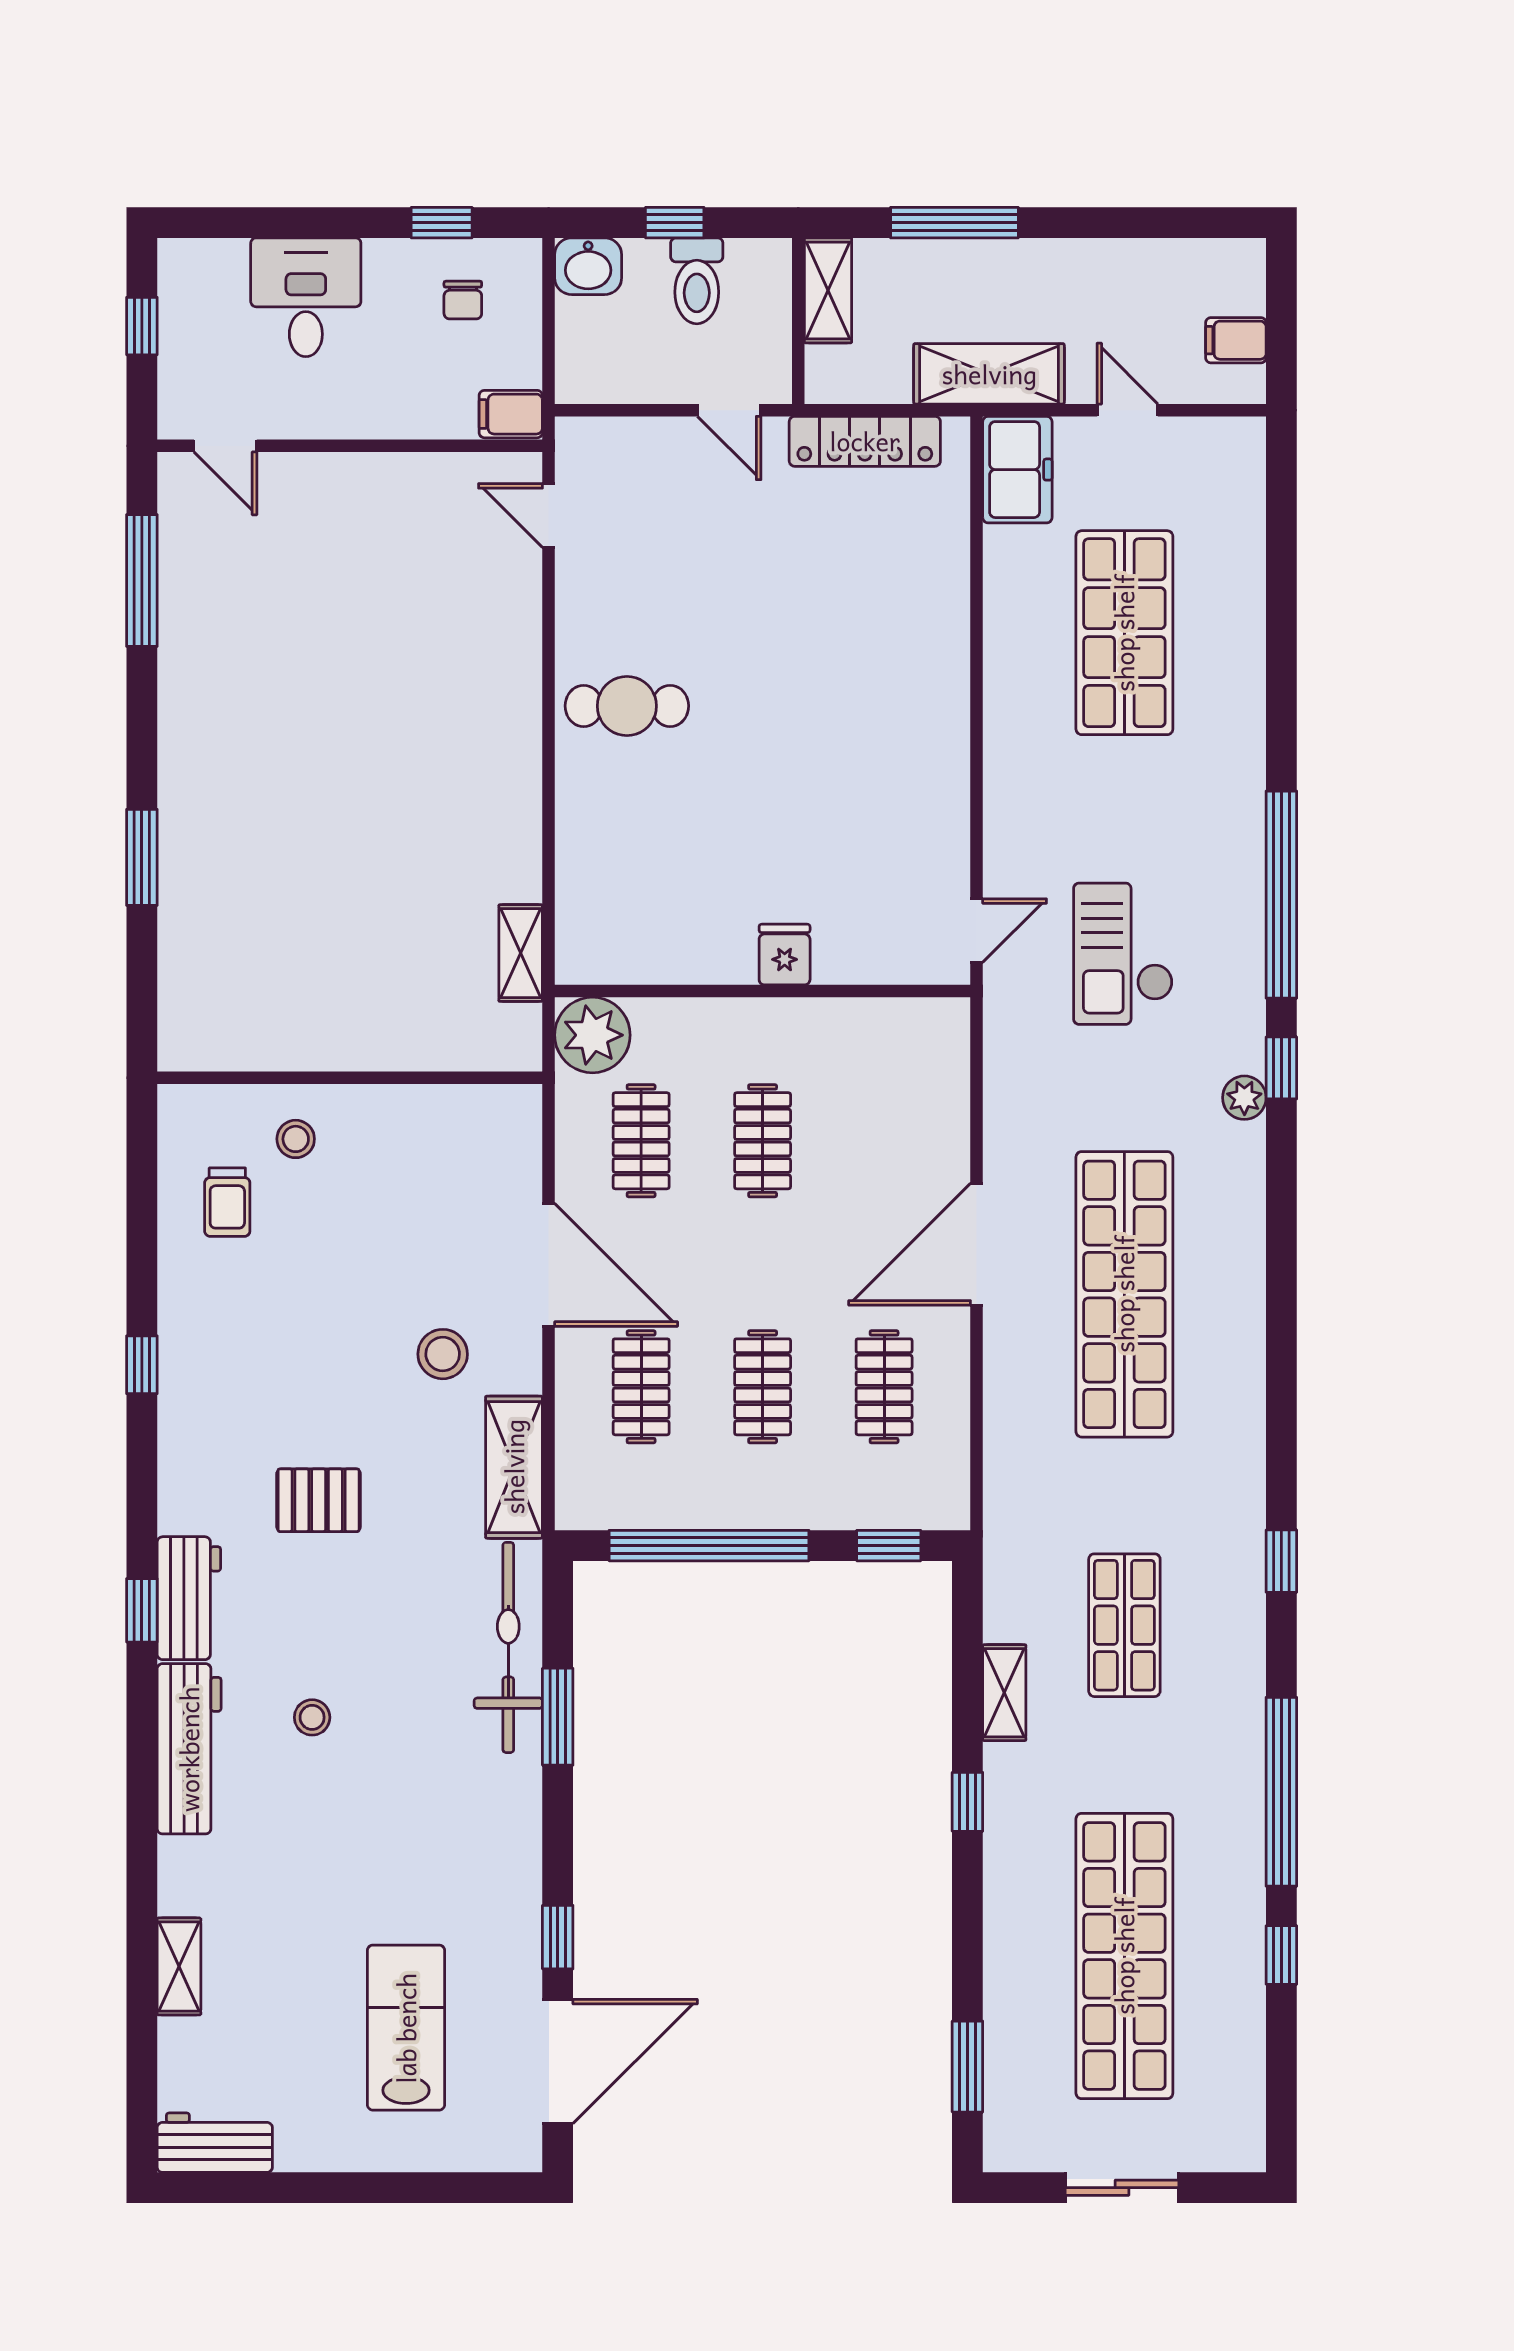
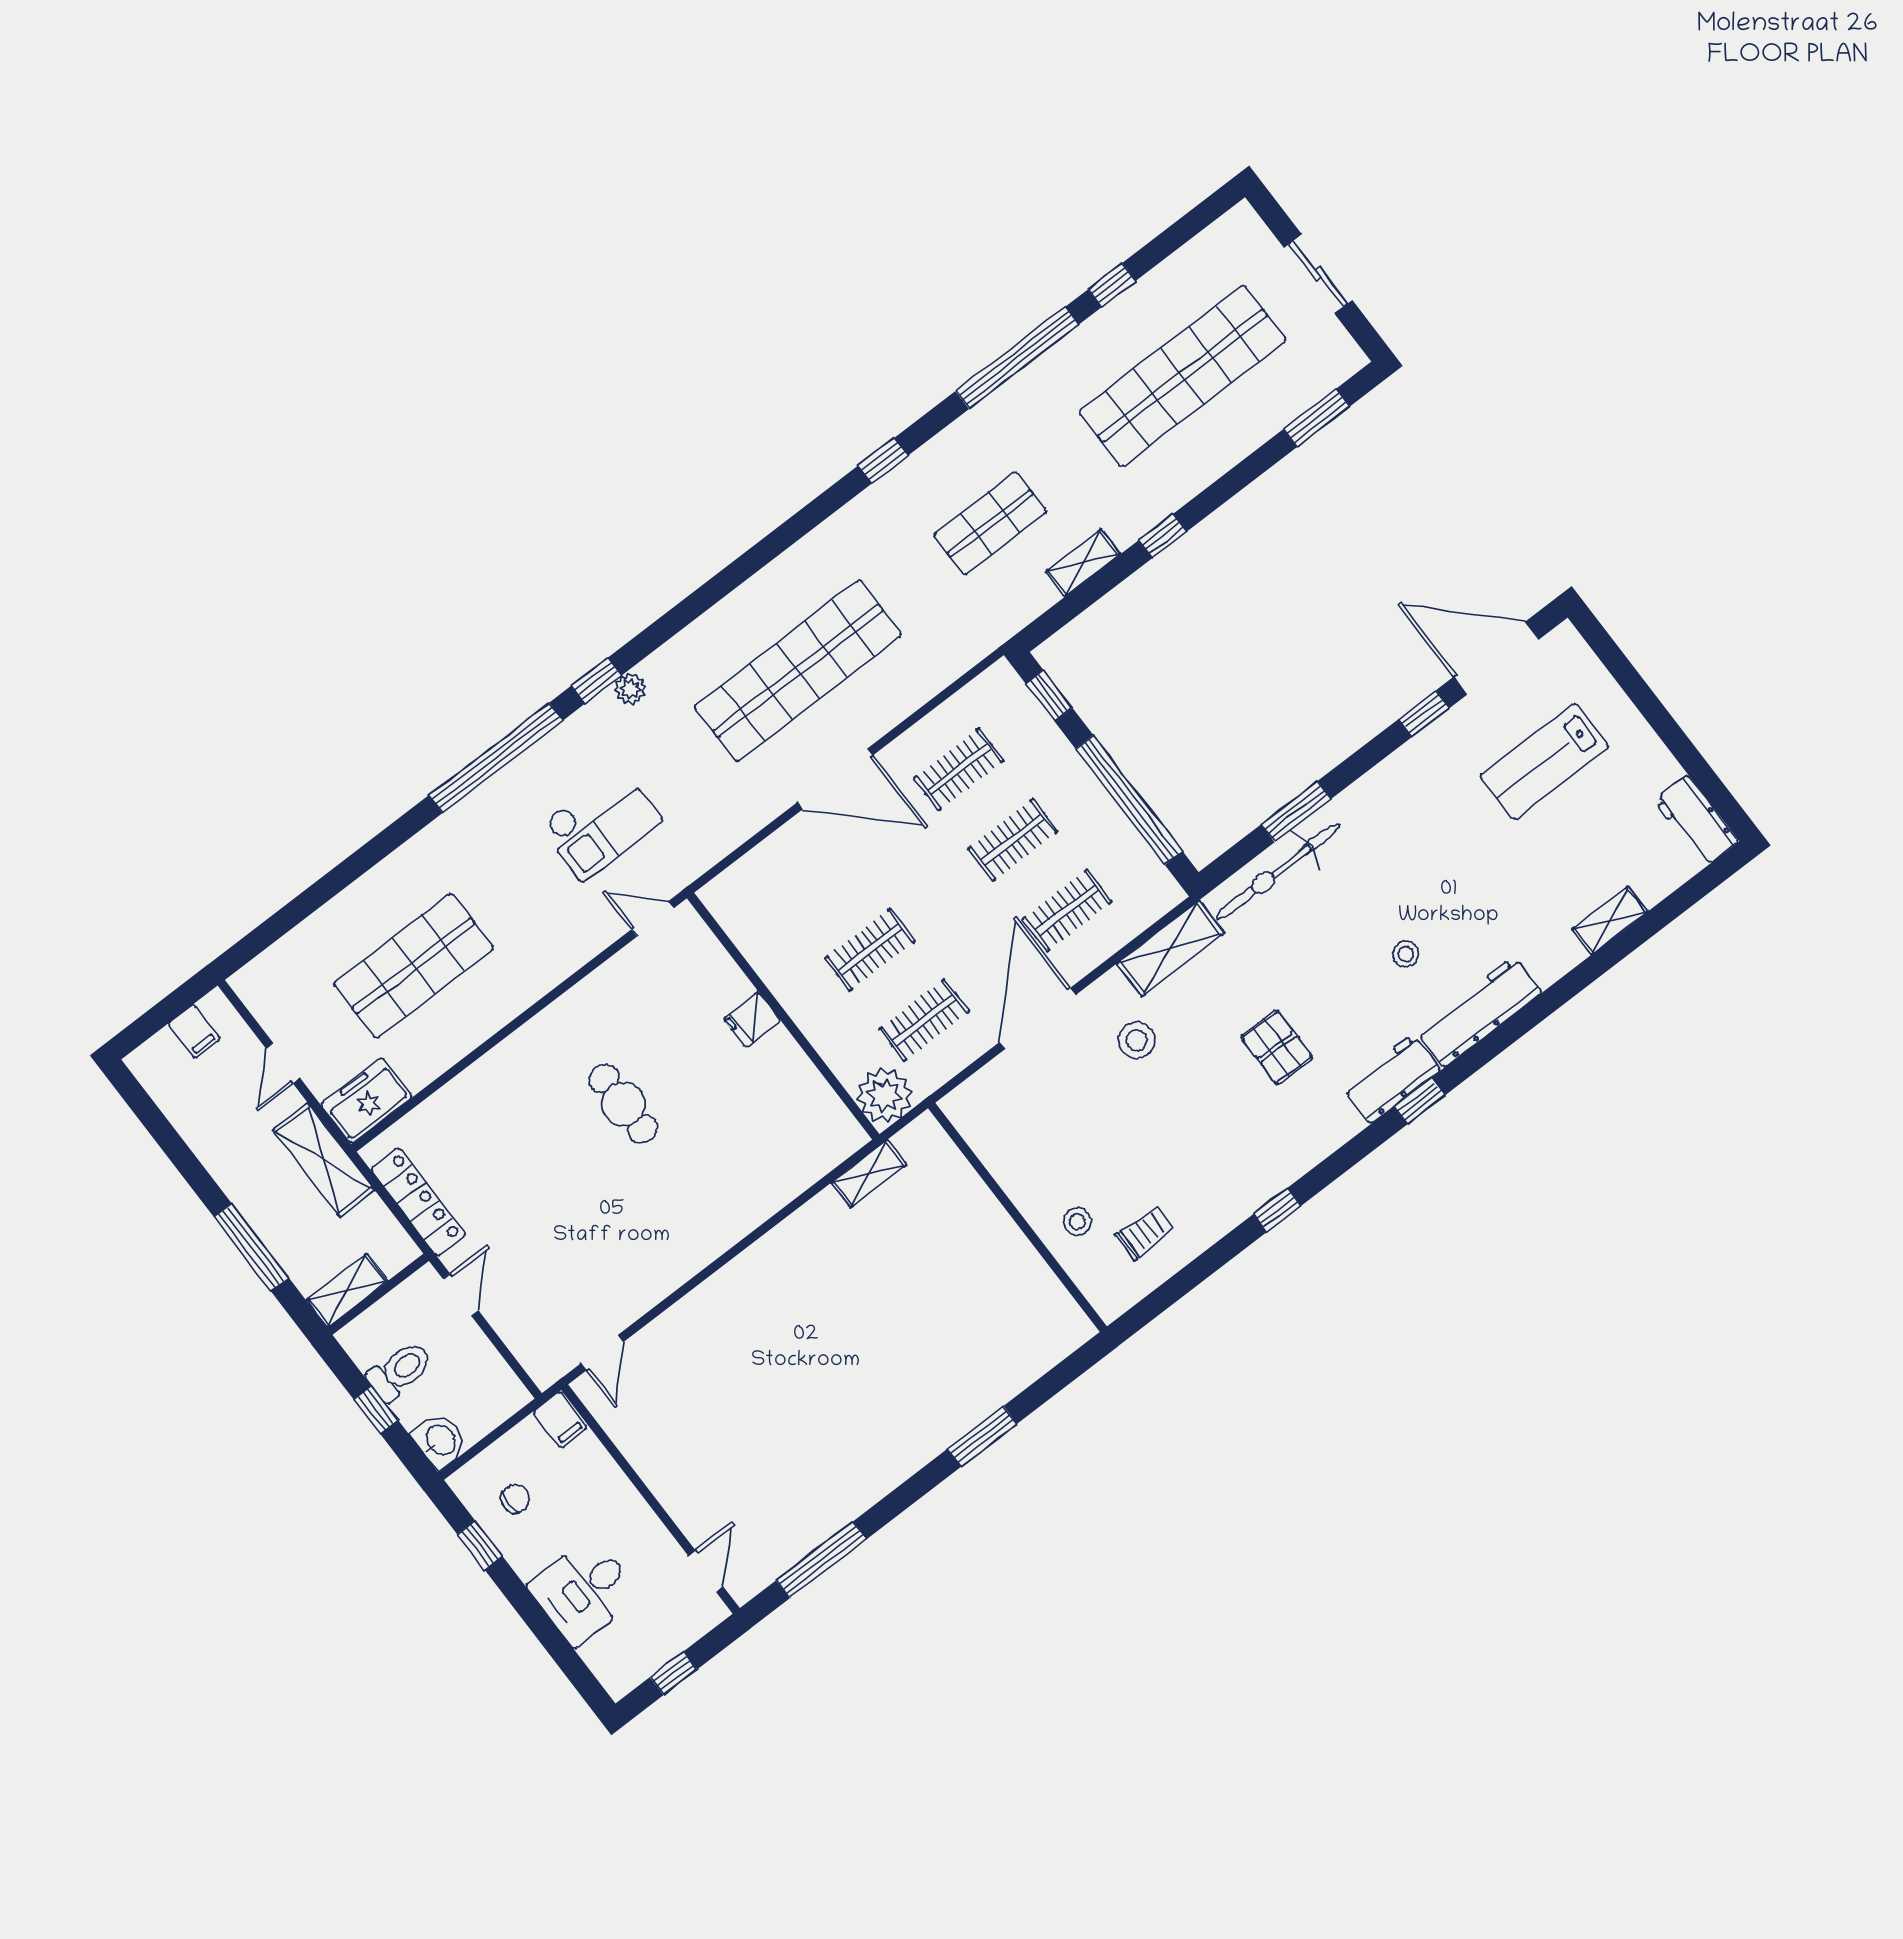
cafe table: (627, 706) -> (623, 1104), moved

